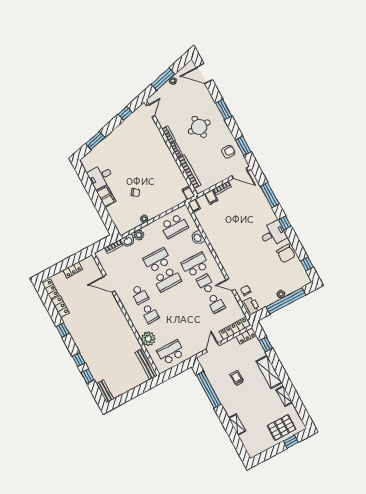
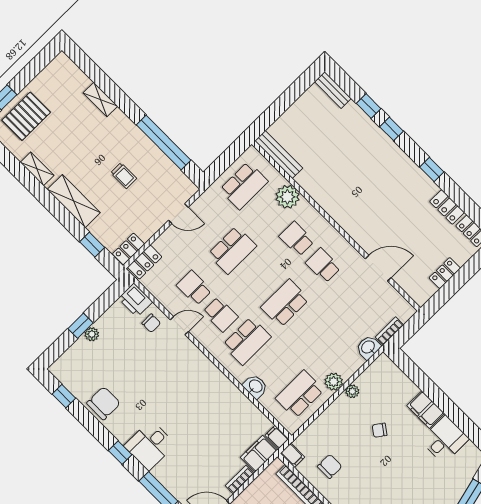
chair: (169, 180) -> (330, 466), added
filing cabinet: (211, 197) -> (259, 454), width x2.00
desk: (273, 234) -> (150, 445), moved
plant: (139, 235) -> (334, 382), moved
chair: (286, 254) -> (104, 403), turned 90
school desk: (157, 260) -> (232, 250), moved
window: (286, 301) -> (81, 326), width x0.32
locker: (235, 328) -> (145, 262), width x0.66
door: (212, 347) -> (178, 214), hinge flipped

